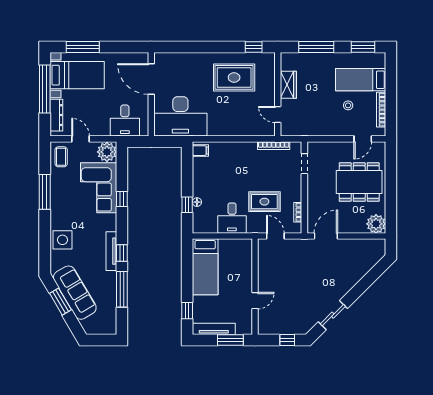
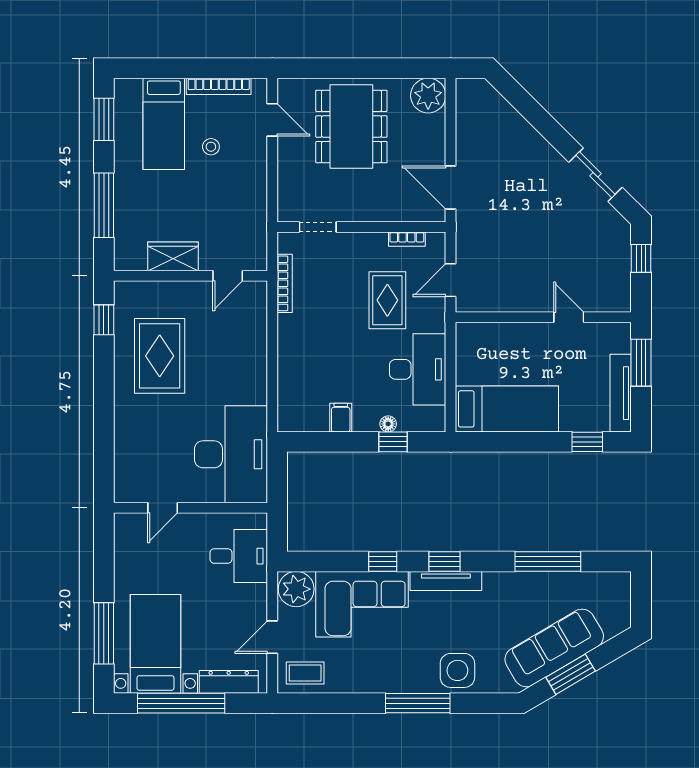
door: (151, 79) -> (163, 508), width x0.53
filing cabinet: (200, 151) -> (341, 418), moved
window: (45, 192) -> (418, 703), moved
desk: (232, 218) -> (418, 369), width x1.37
tv unit: (111, 251) -> (446, 581), moved
window: (122, 253) -> (445, 561), moved

